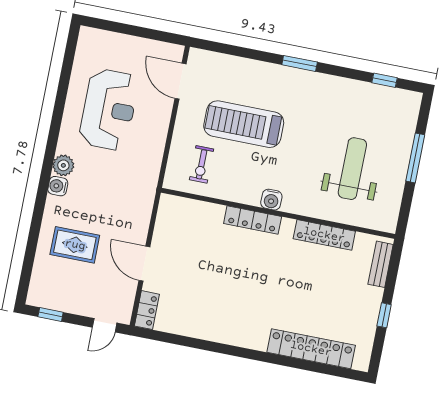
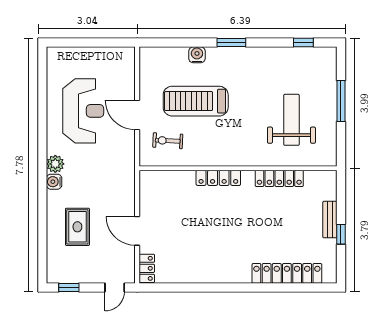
door: (180, 81) -> (137, 115), moved
exercise bike: (202, 164) -> (168, 141), turned 93
water cooler: (271, 200) -> (197, 55), moved, turned 180
rug: (75, 245) -> (77, 227), turned 90
bench: (381, 264) -> (330, 220), moved

